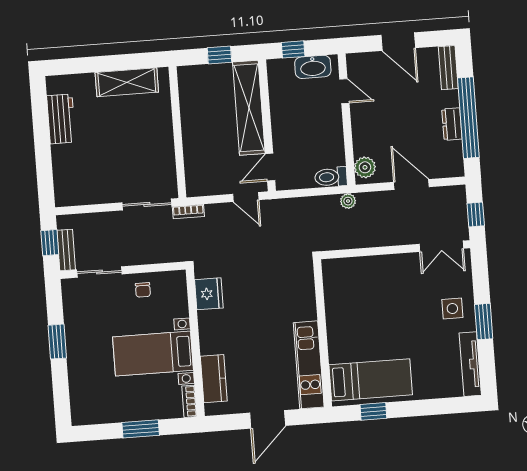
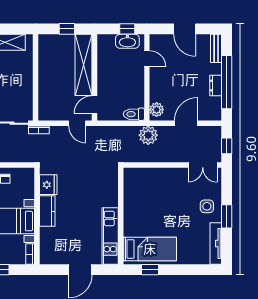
window: (293, 49) -> (127, 29), moved
door: (411, 185) -> (186, 123), hinge flipped
plant: (348, 201) -> (148, 135), width x1.88, depth x1.88
kitchen counter: (214, 379) -> (47, 211), moved

